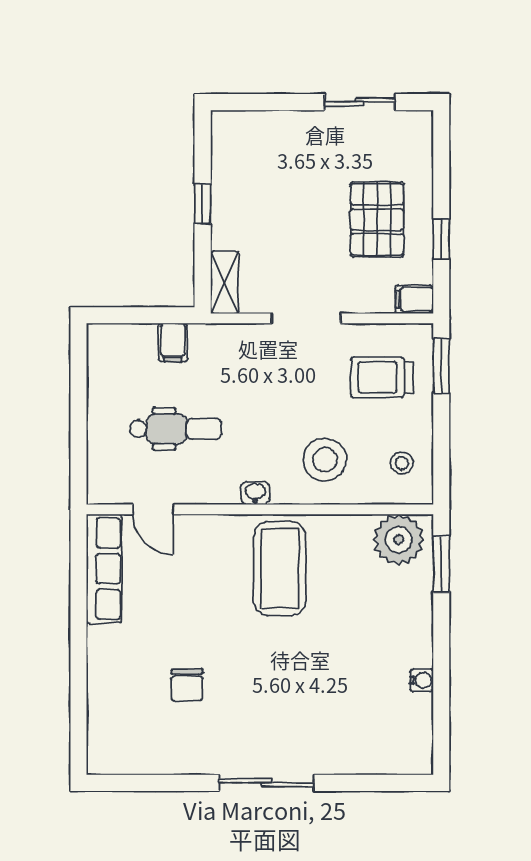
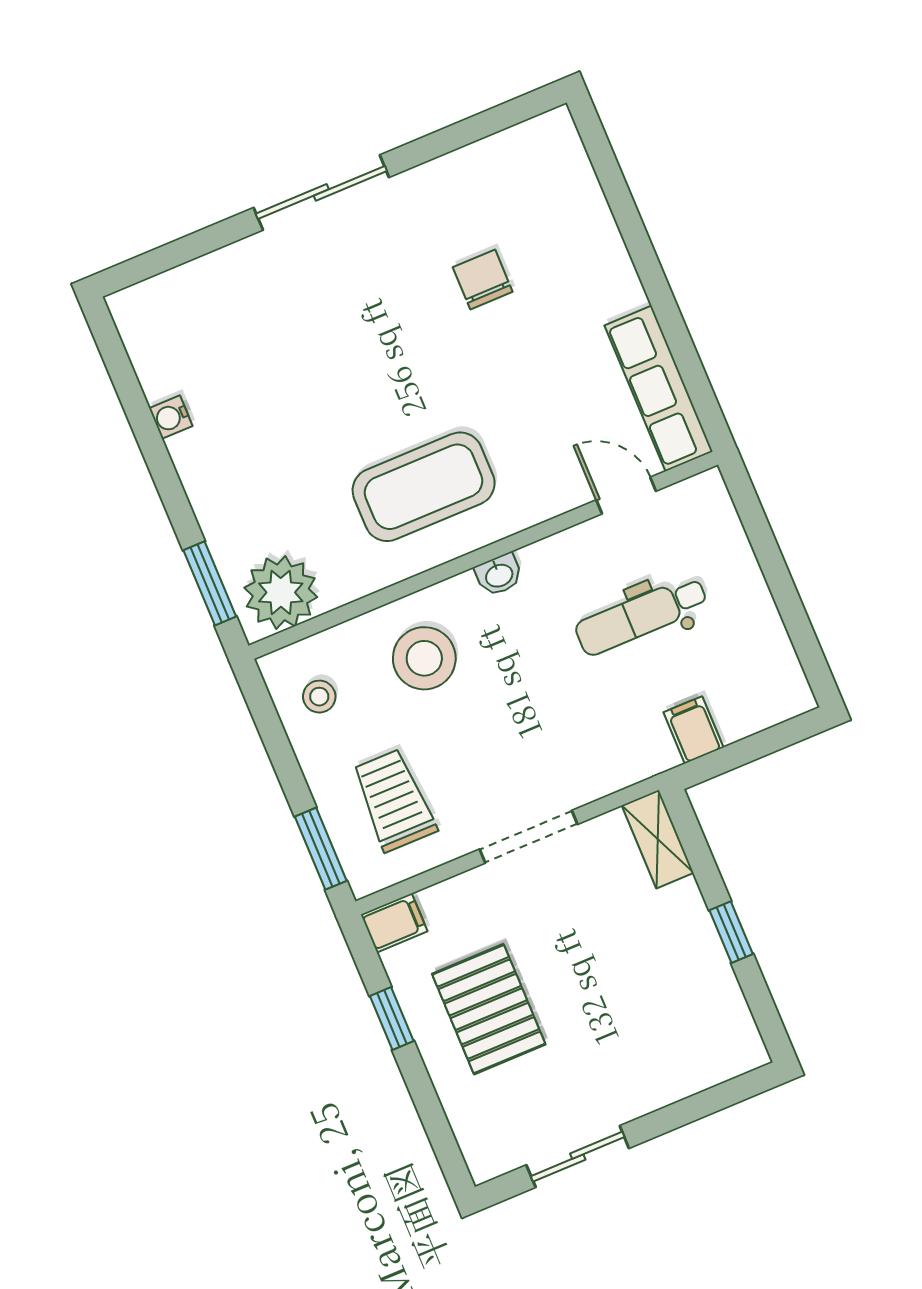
trolley: (382, 377) -> (394, 800), turned -90
coffee table: (280, 569) -> (424, 487), turned 90

